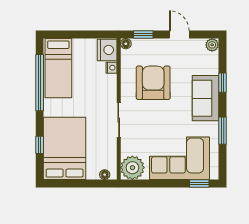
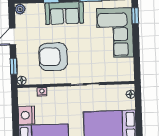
nightstand: (107, 50) -> (27, 115), moved, turned -90
plant: (132, 168) -> (124, 71), removed

